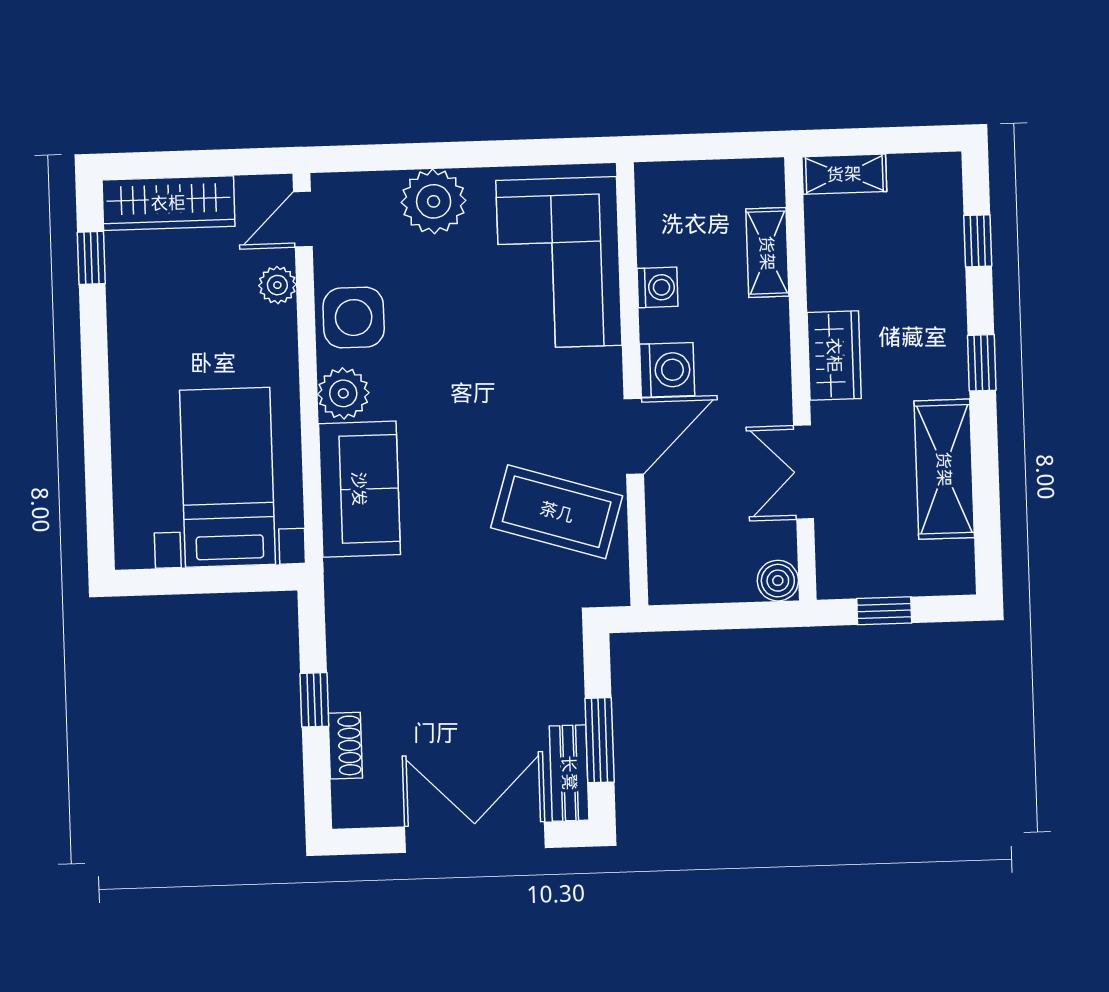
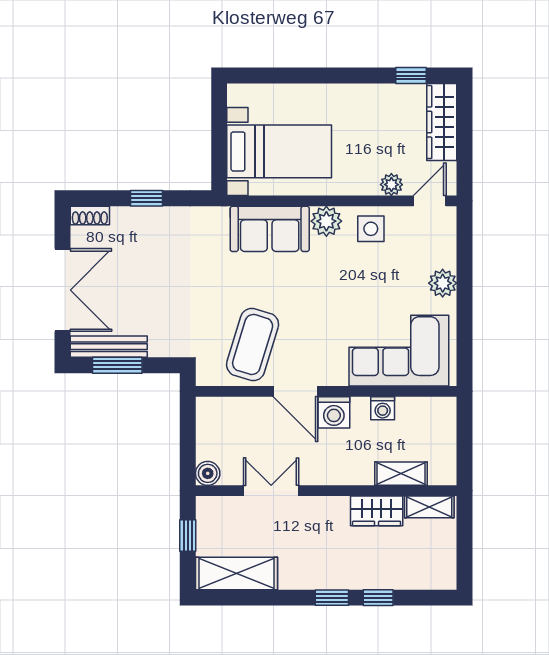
shelving: (844, 174) -> (429, 507), moved, turned 90
plant: (434, 201) -> (443, 283), width x0.73, depth x0.73
door: (303, 219) -> (430, 201), hinge flipped
window: (978, 241) -> (378, 598), moved
side table: (354, 318) -> (371, 229), width x0.73, depth x0.73
wardrobe: (834, 355) -> (377, 511), moved
shelving: (944, 469) -> (236, 573), moved
shoe rack: (345, 746) -> (90, 216), moved
bench: (569, 773) -> (109, 347), width x1.36

